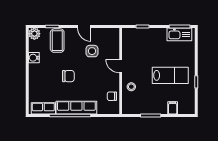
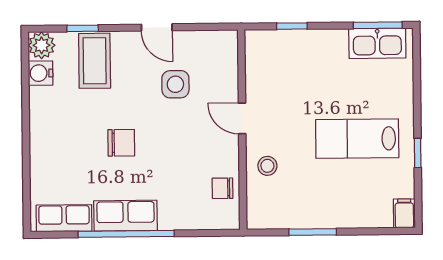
water cooler: (34, 58) -> (41, 73), moved
lab bench: (170, 75) -> (357, 139), turned 180
row of seats: (76, 108) -> (126, 216), width x0.68
filing cabinet: (173, 108) -> (404, 213), moved

